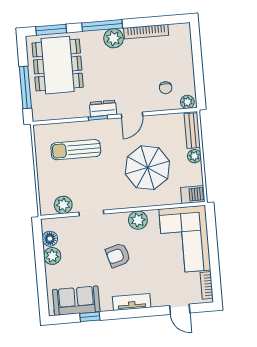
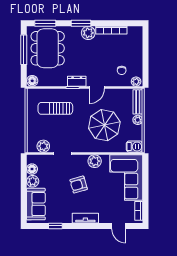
window: (102, 25) -> (81, 23), width x0.69
window: (25, 87) -> (24, 50), moved
floor lamp: (40, 113) -> (32, 81), added
sofa: (76, 301) -> (36, 204), moved, turned 90

